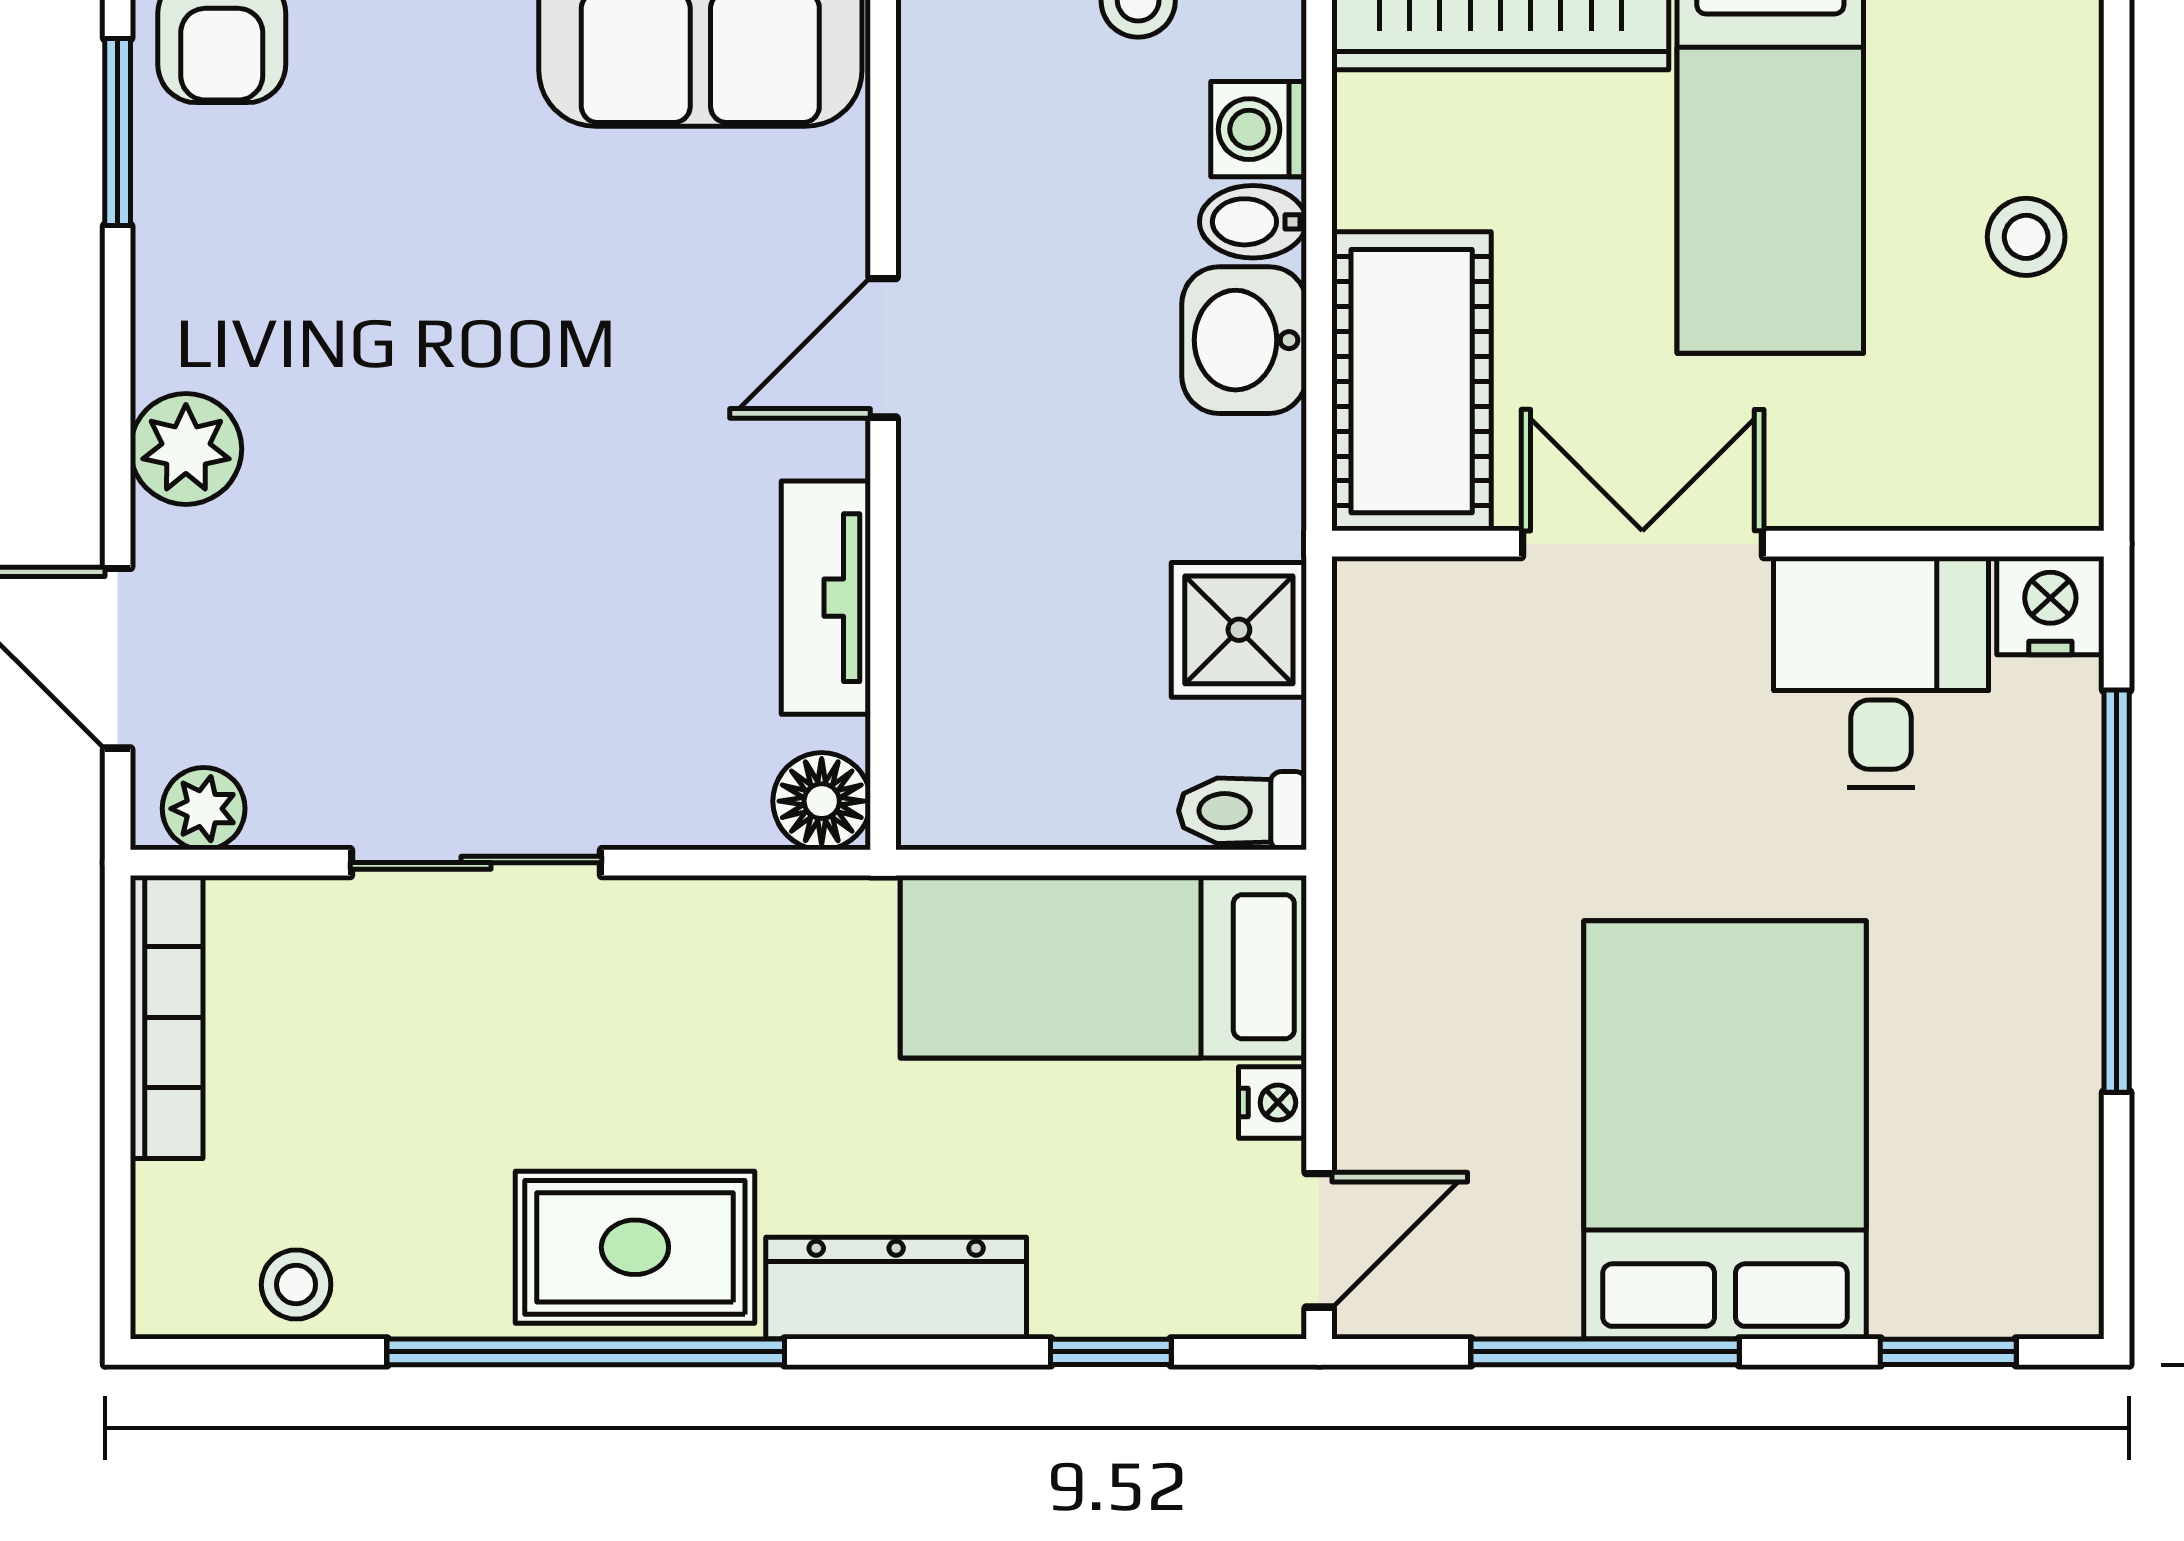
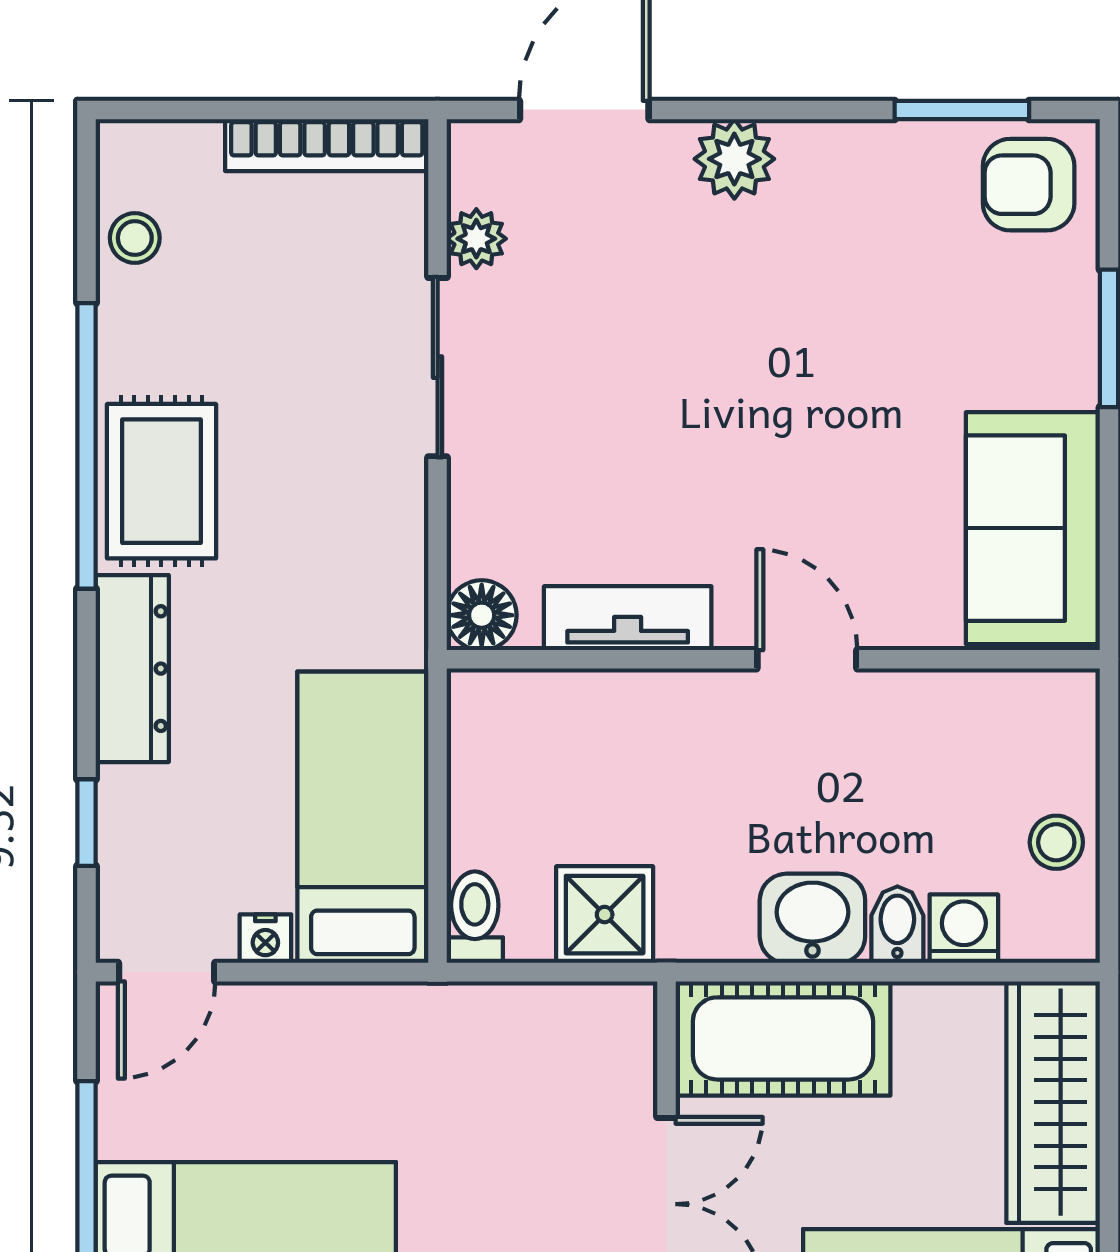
plant: (204, 809) -> (476, 239), moved
door: (1319, 1240) -> (167, 972), hinge flipped

